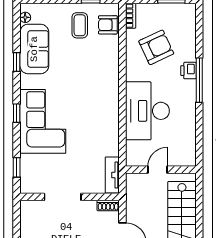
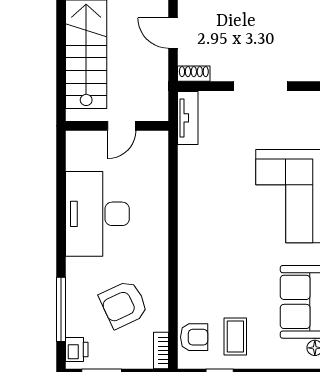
printer: (188, 71) -> (77, 349), moved
window: (199, 80) -> (61, 309), moved
desk: (147, 111) -> (97, 214), moved, turned 180

